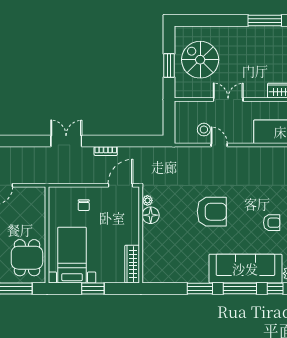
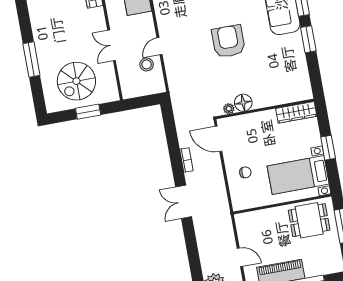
window: (265, 20) -> (31, 60), moved

